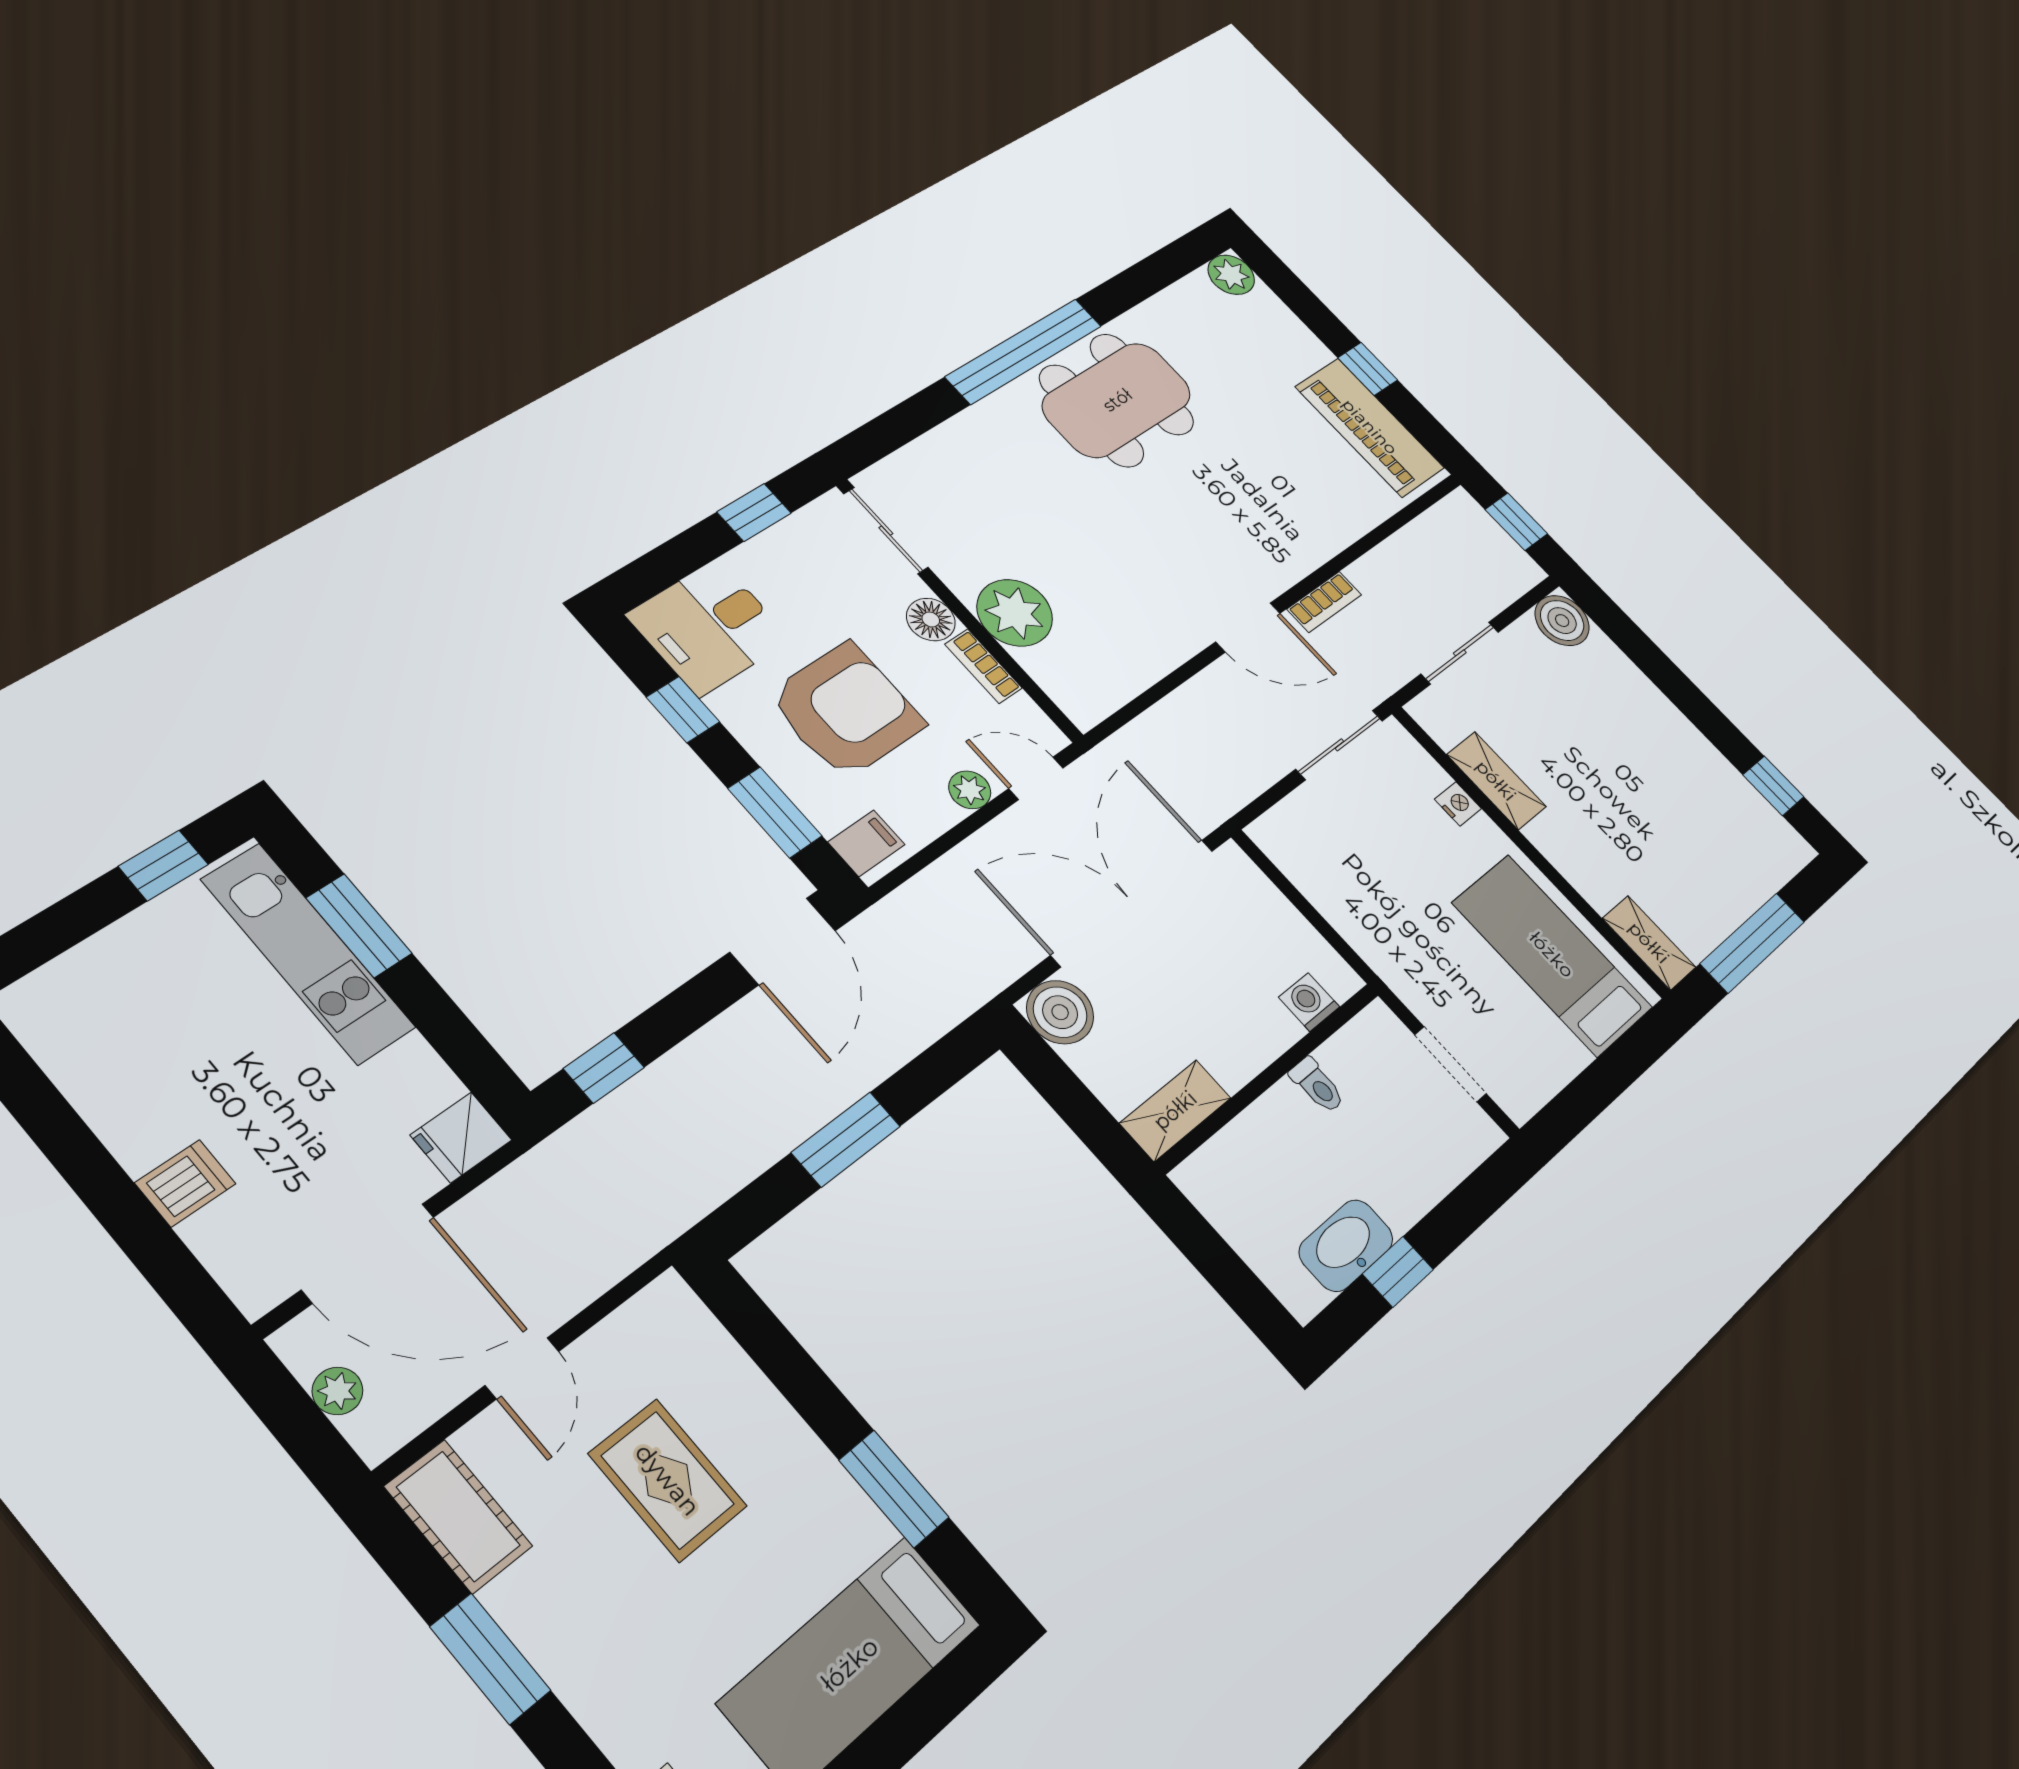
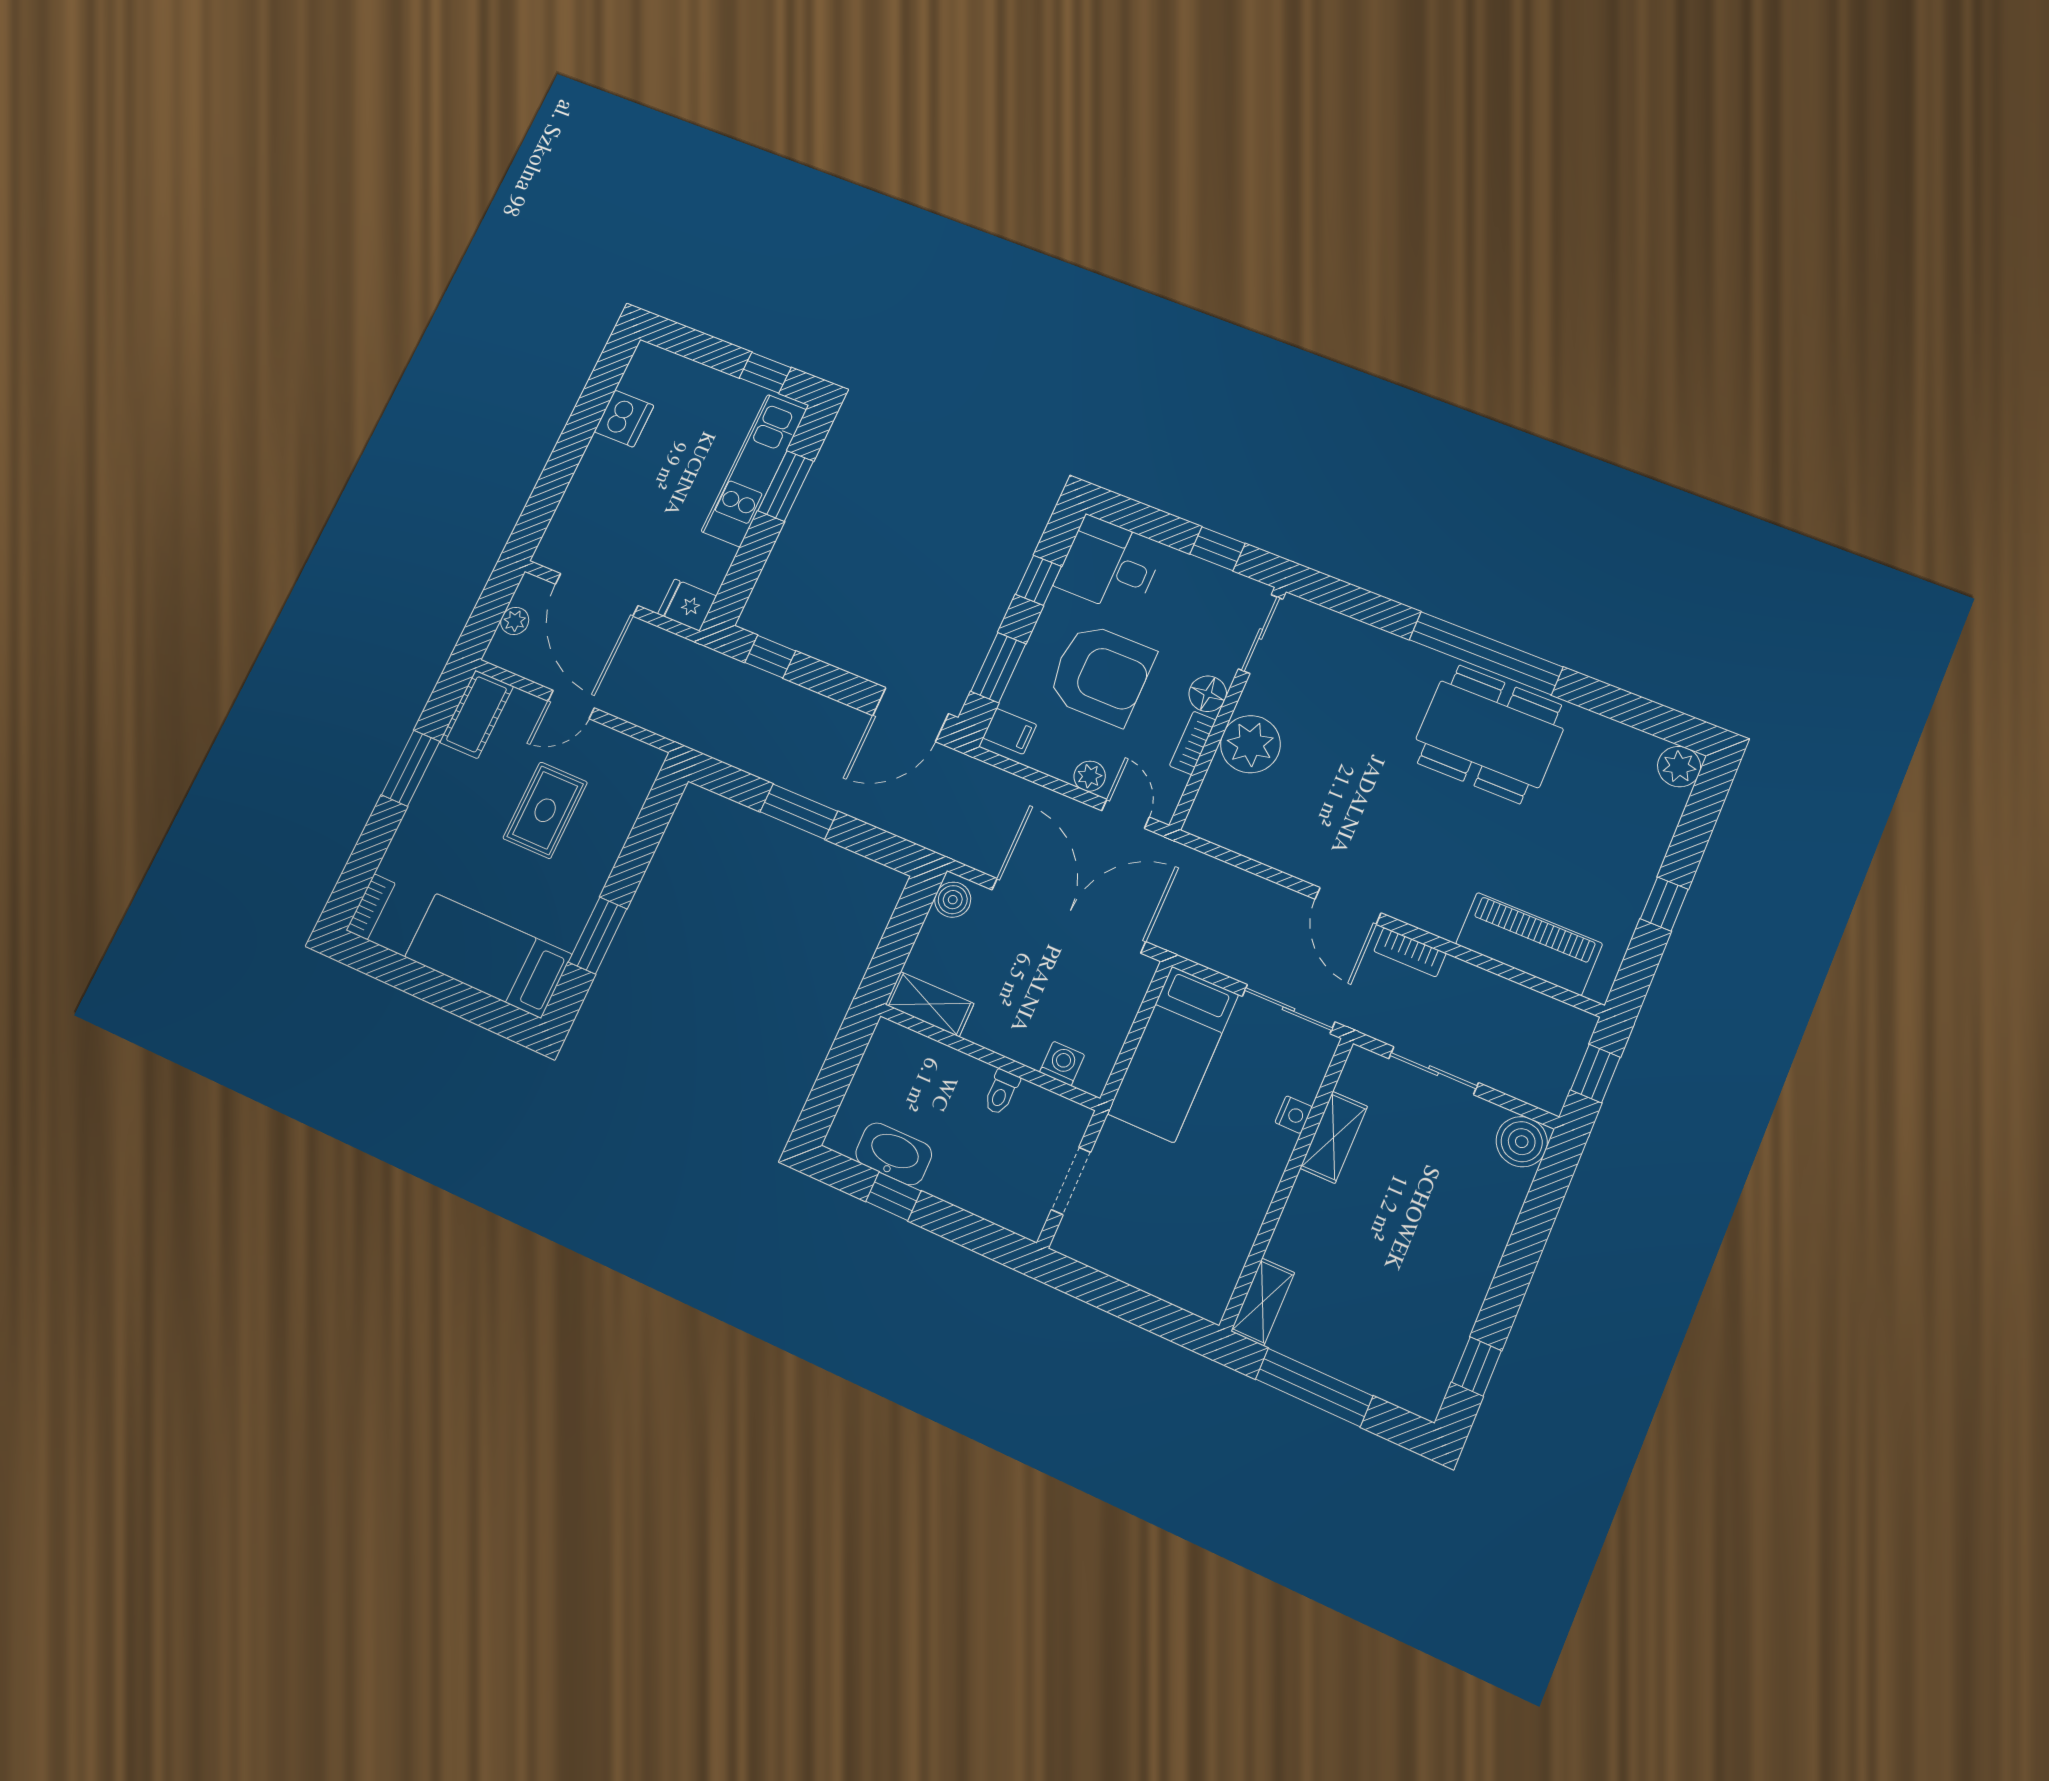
piano: (1370, 427) -> (1529, 944), moved, turned 90
bed: (1552, 955) -> (1173, 1054), moved, turned 180
boiler: (1060, 1012) -> (953, 900), width x0.73, depth x0.73
dishwasher: (185, 1183) -> (624, 419), moved, width x1.38

